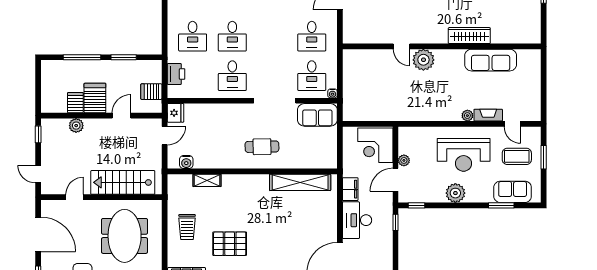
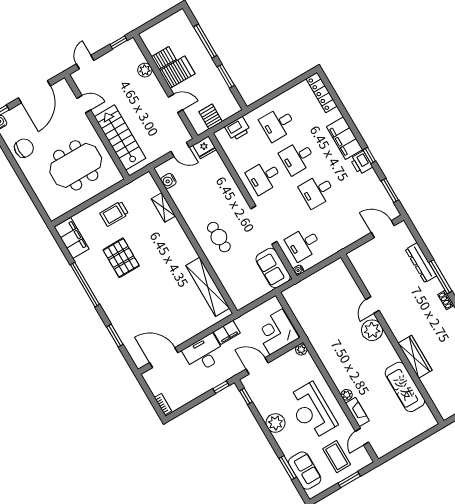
desk: (312, 36) -> (317, 191), moved
plant: (404, 160) -> (301, 350), moved

